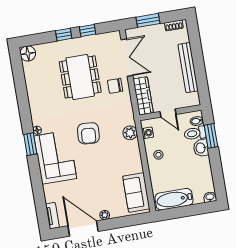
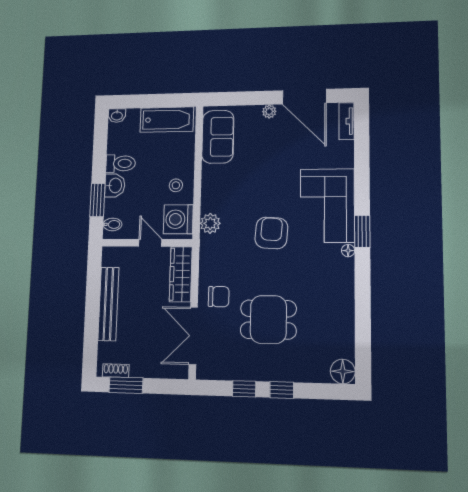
window: (148, 20) -> (126, 385), moved
dining table: (80, 77) -> (268, 320), width x0.73
washing machine: (148, 133) -> (178, 219), width x1.89, depth x1.89
toilet: (195, 133) -> (121, 163), moved

